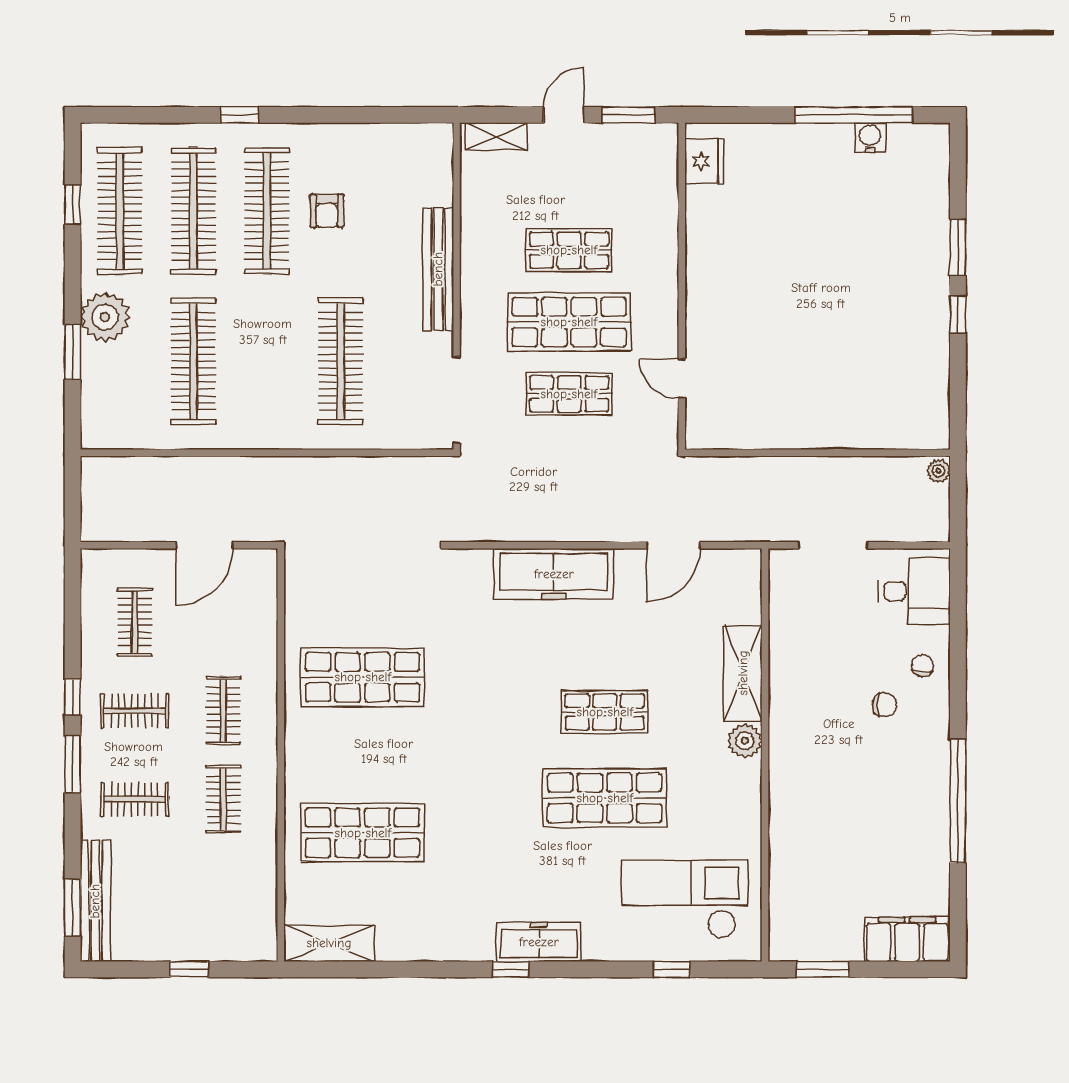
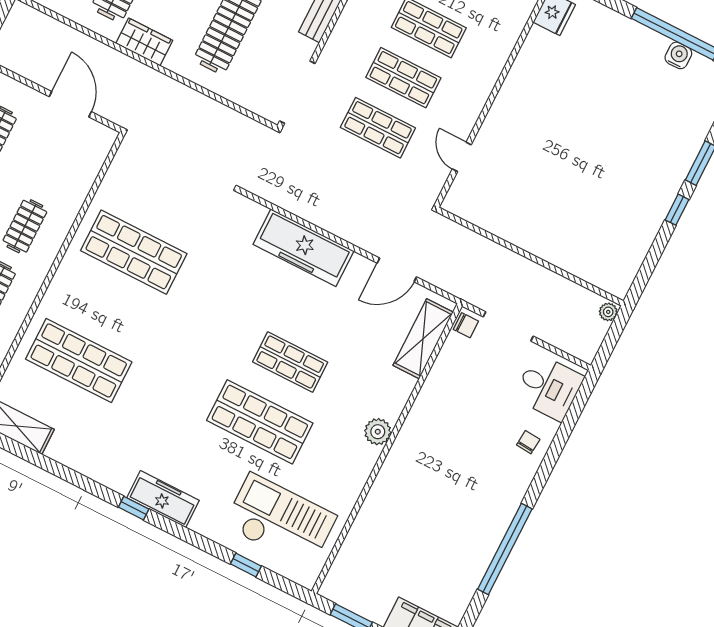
shop shelf: (569, 322) -> (403, 78), width x0.70, depth x0.74
wardrobe: (253, 431) -> (144, 42), added
door: (204, 545) -> (70, 104), swing flipped
shelving: (743, 673) -> (423, 339), moved
chair: (885, 705) -> (466, 325), moved

